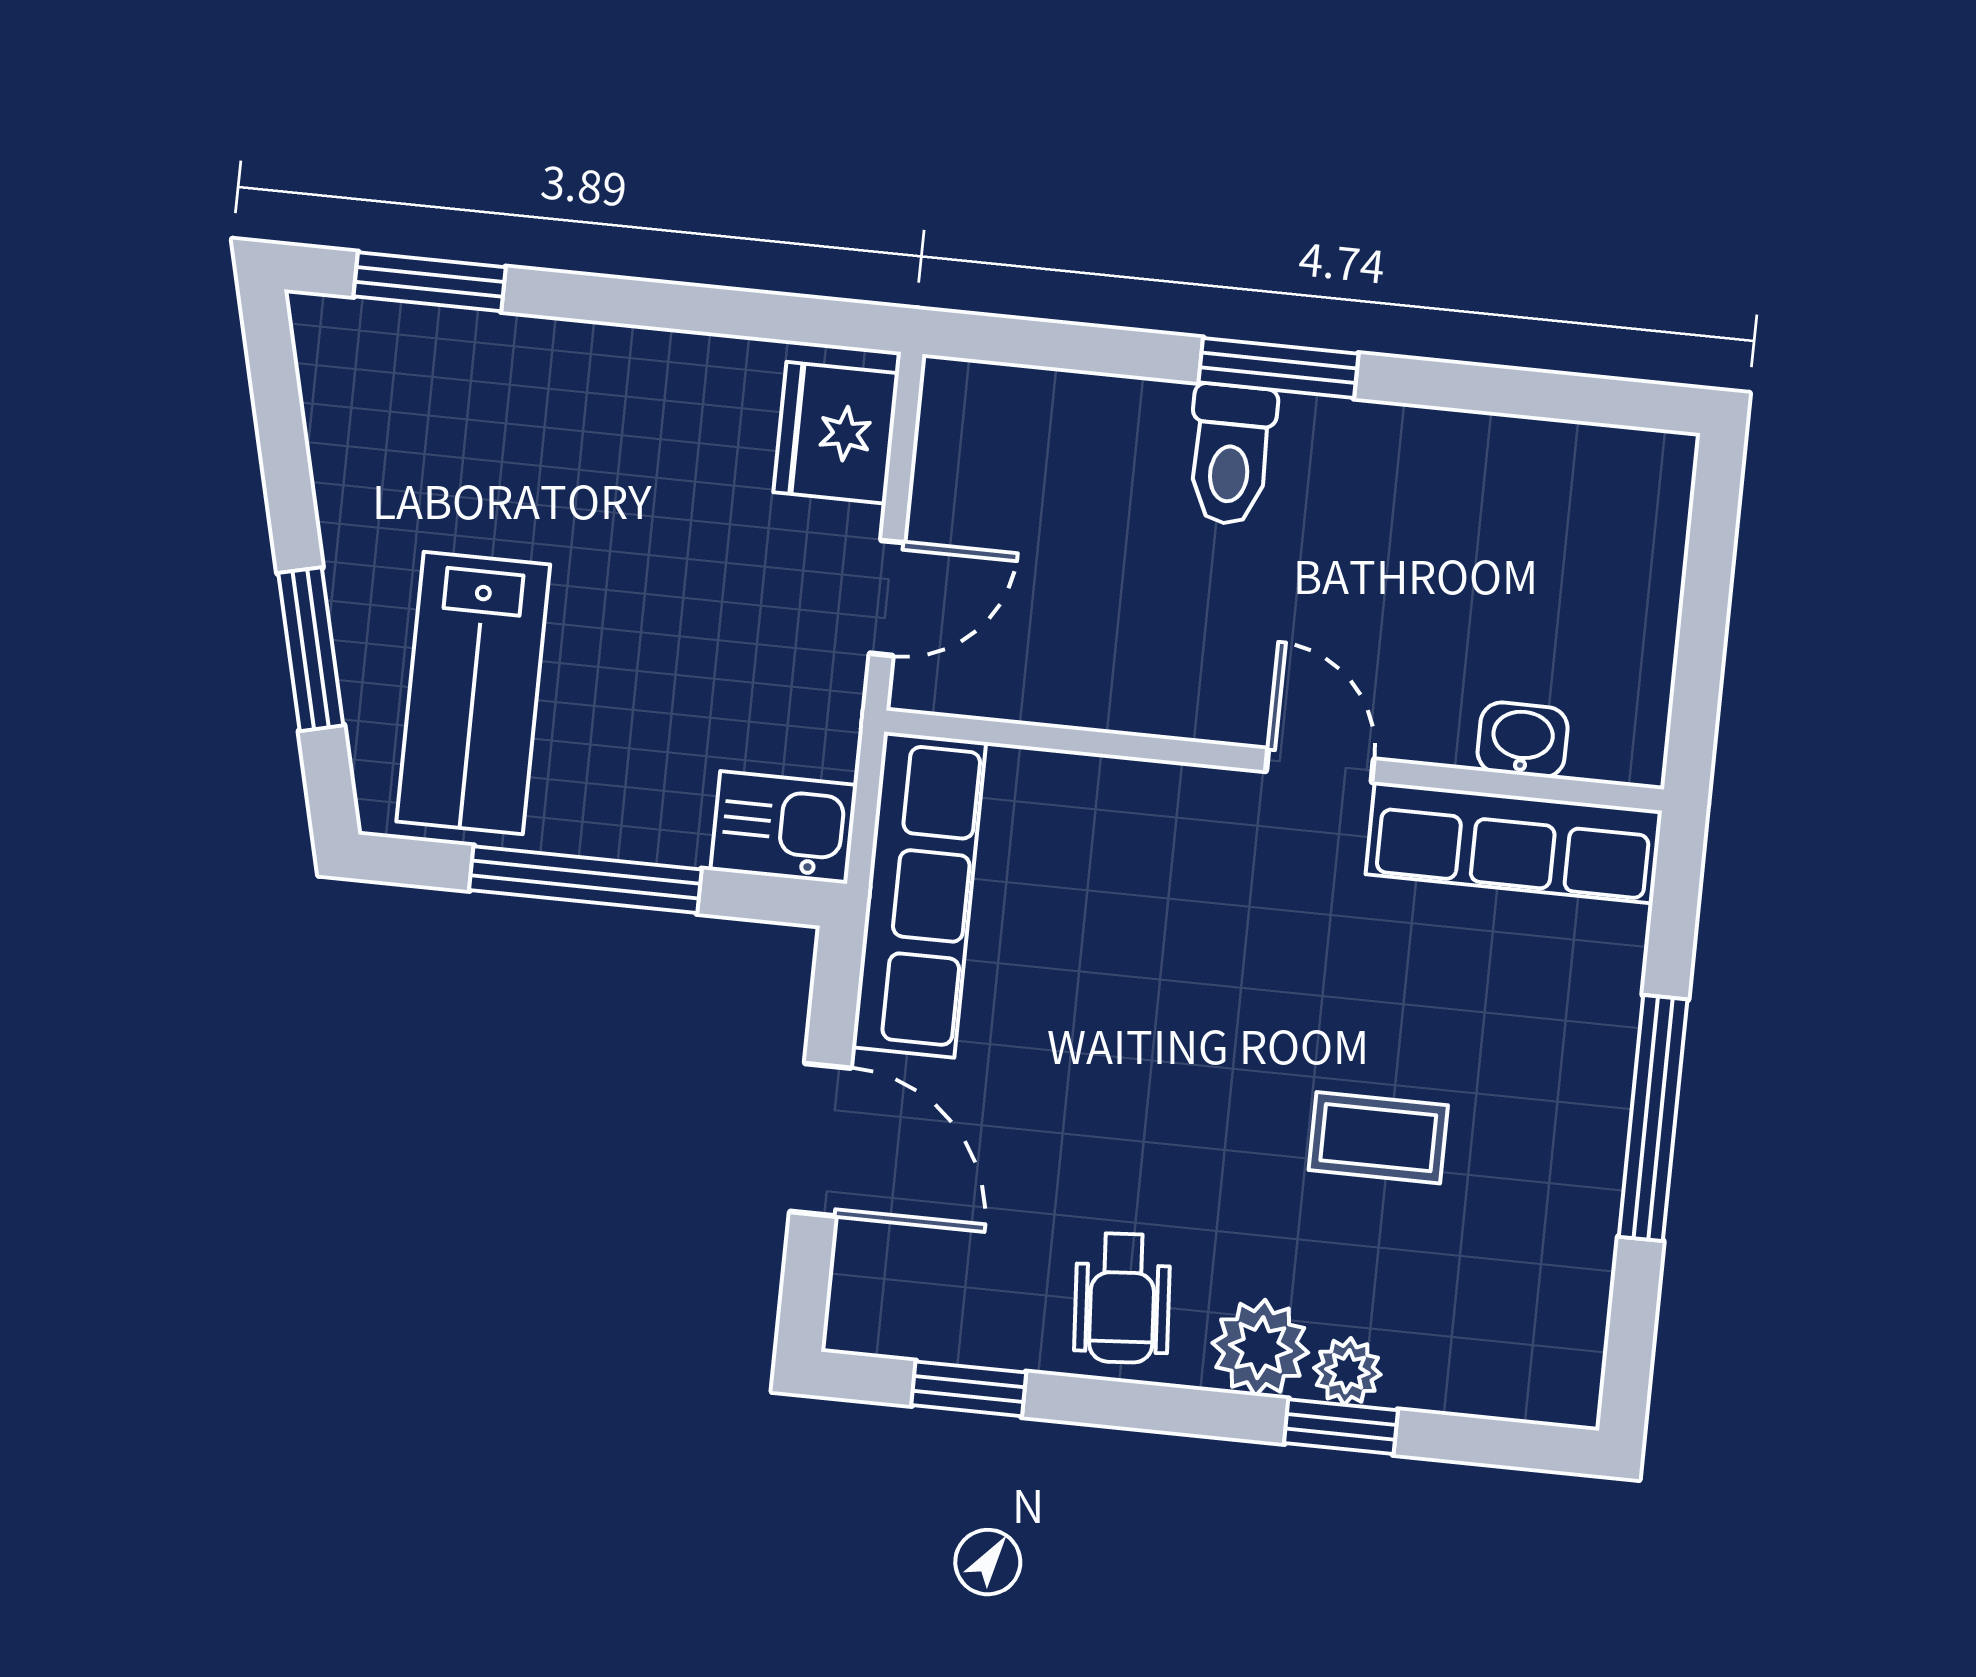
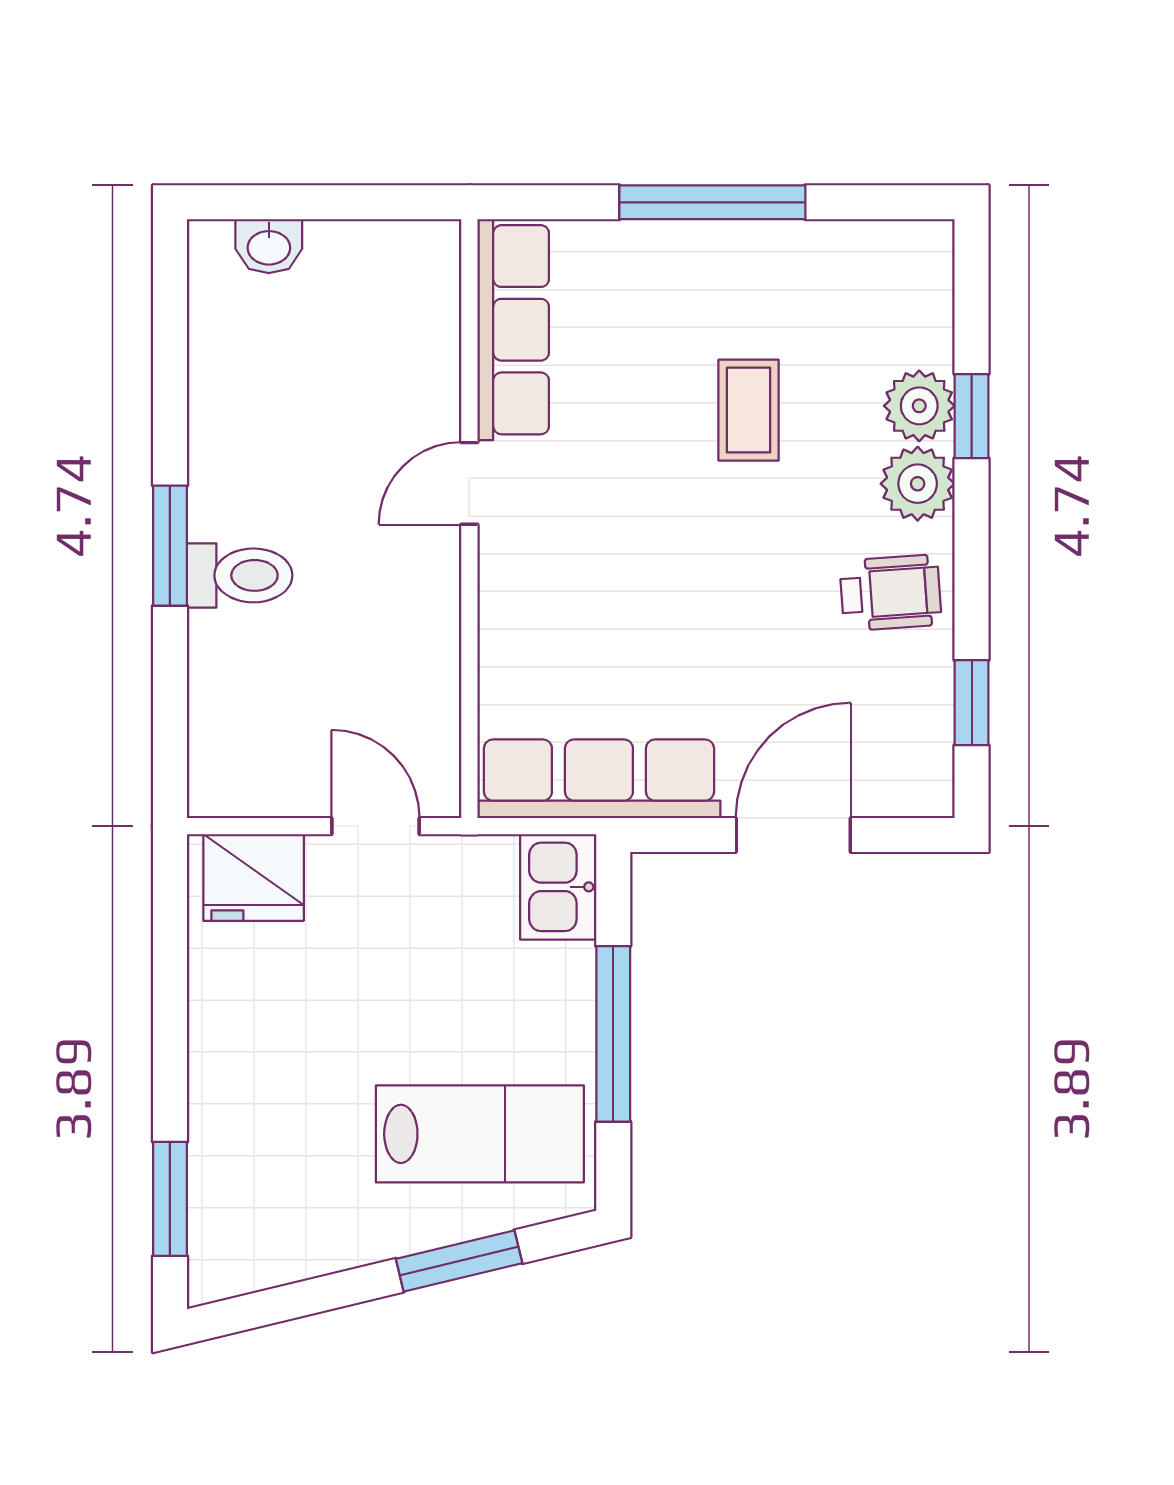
washbasin: (1523, 740) -> (269, 246), moved, turned -90
plant: (1347, 1371) -> (919, 406), width x1.38, depth x1.38

